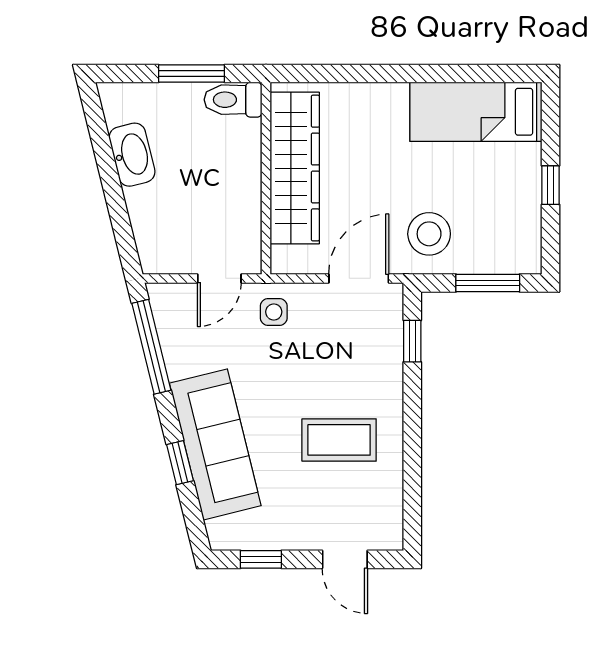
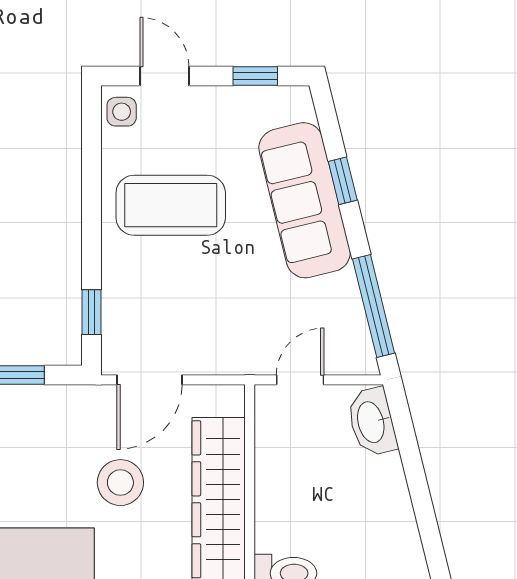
washbasin: (132, 155) -> (372, 422), moved
stool: (429, 234) -> (120, 483), moved
side table: (274, 312) -> (122, 112), moved
coffee table: (339, 440) -> (171, 205), width x1.36, depth x1.32

